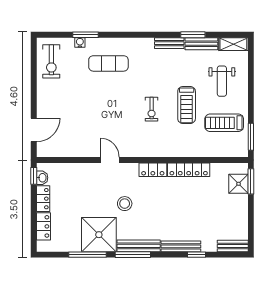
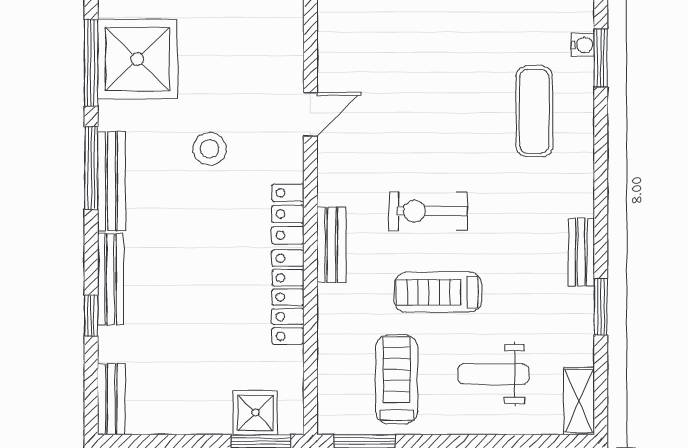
bench: (201, 44) -> (331, 245), moved
exercise bike: (152, 109) -> (428, 211), width x1.38, depth x1.39
shower: (99, 235) -> (137, 59), moved

